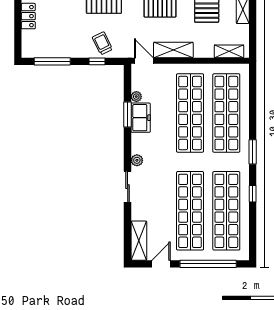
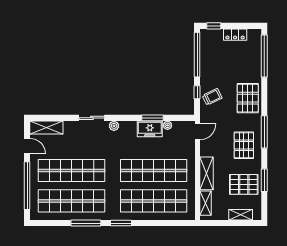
window: (18, 42) -> (214, 26), added
shelving: (173, 50) -> (207, 173), moved
window: (52, 61) -> (197, 55), width x1.46
window: (253, 194) -> (86, 223), width x2.17

